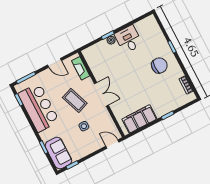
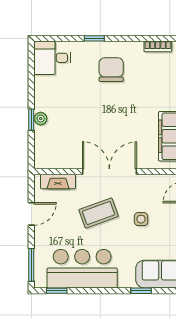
desk: (128, 39) -> (52, 58), moved
double door: (101, 94) -> (109, 171), width x1.37

